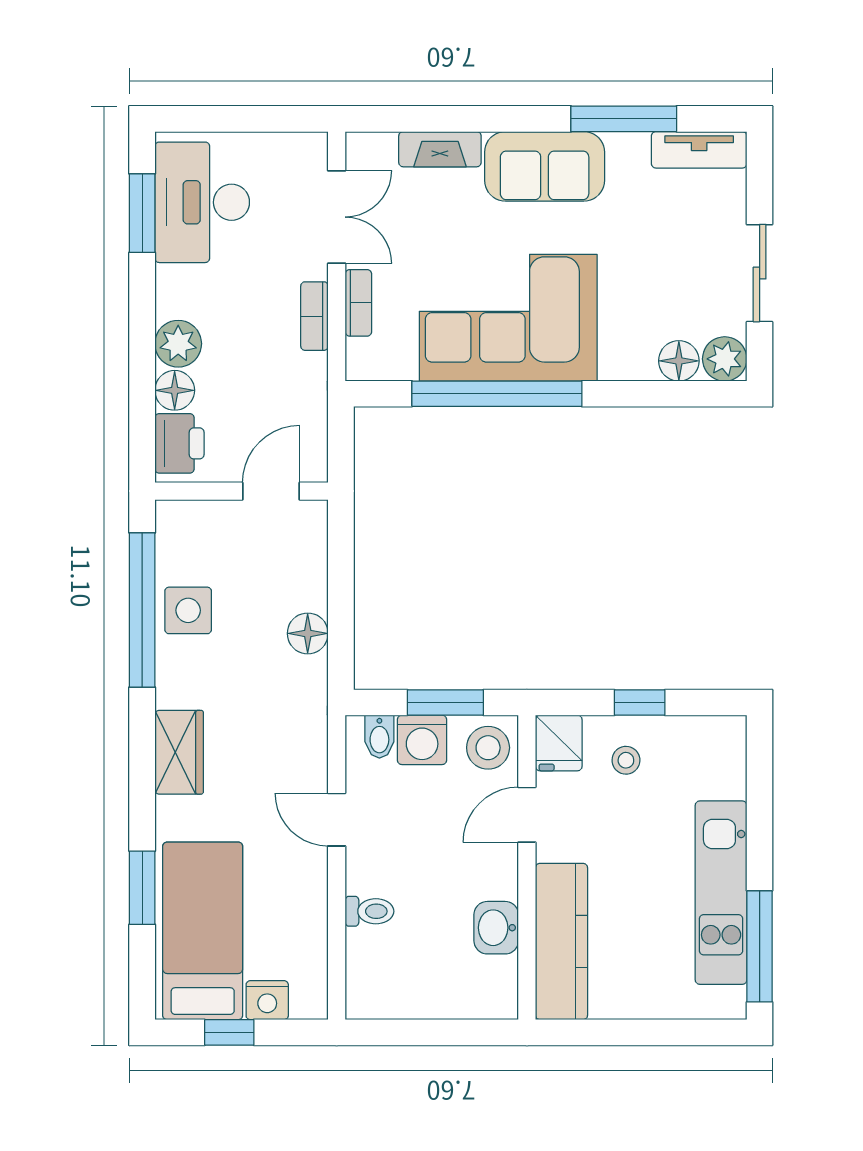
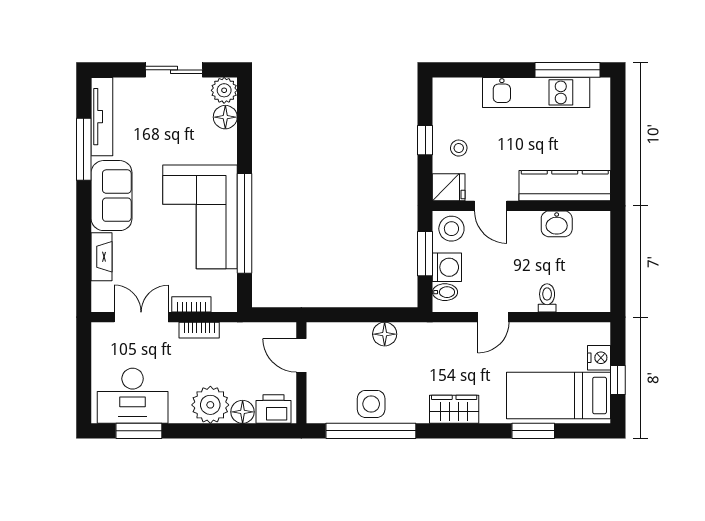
tv unit: (699, 150) -> (102, 117), width x1.41
plant: (178, 344) -> (210, 405), width x1.36, depth x1.36

